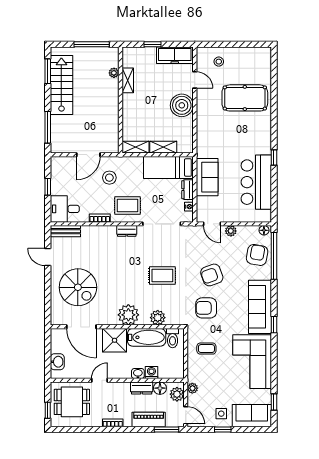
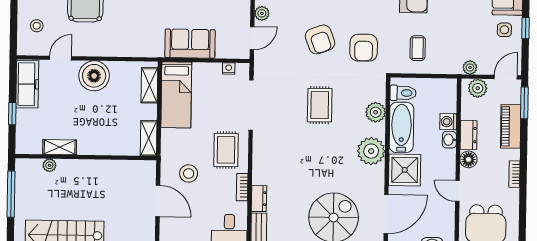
shelving: (163, 147) -> (149, 85), moved
dresser: (188, 190) -> (206, 70), removed
dresser: (127, 231) -> (259, 199), moved
floor lamp: (160, 388) -> (469, 159), moved

